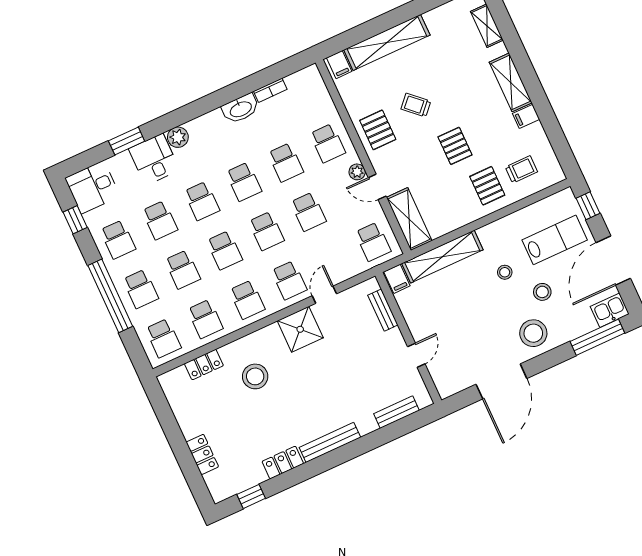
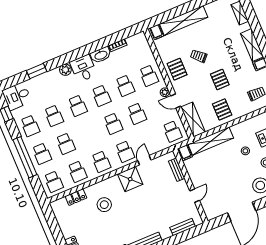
desk: (154, 159) -> (83, 68), moved
pallet: (487, 186) -> (222, 109), moved
school desk: (224, 250) -> (89, 134), removed

